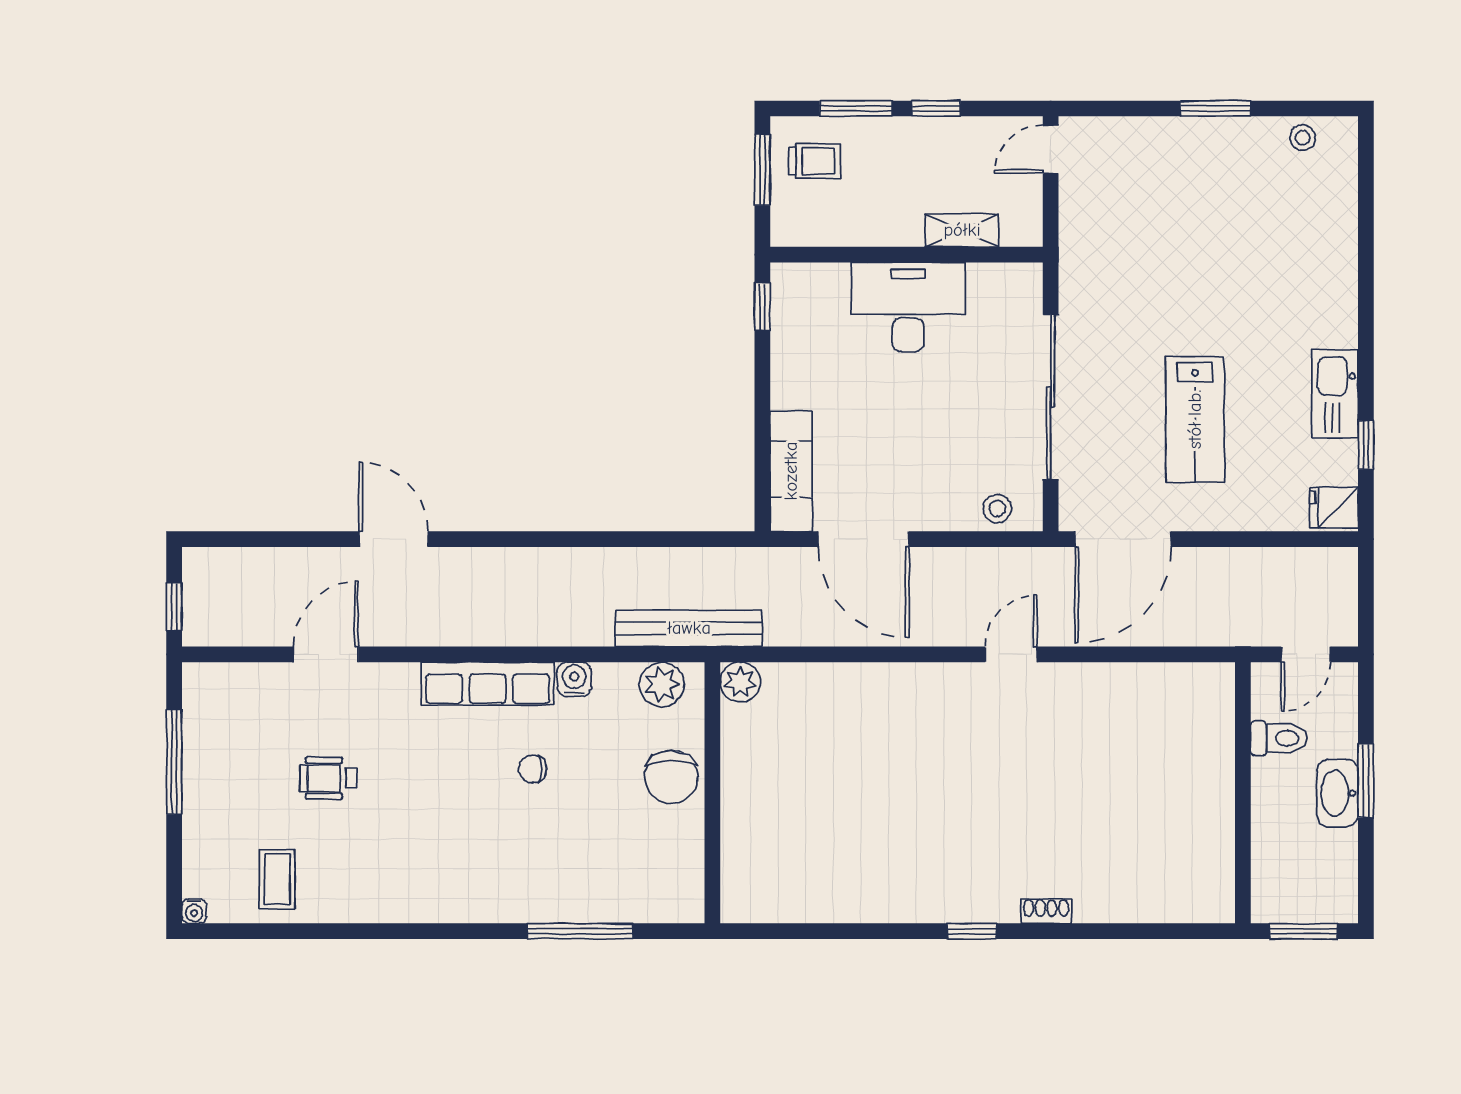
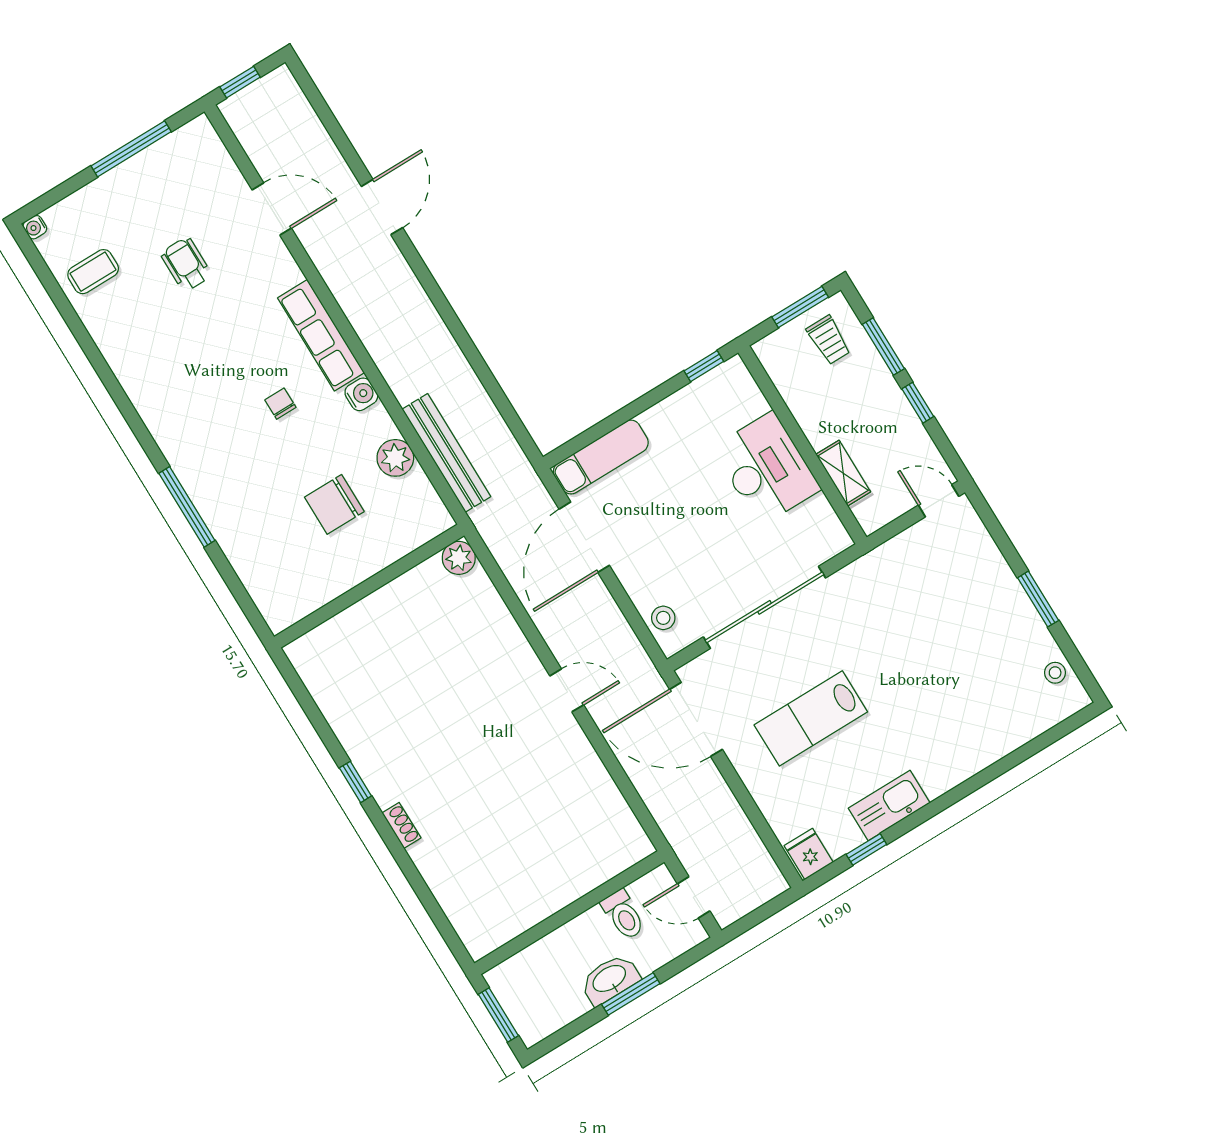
plant: (740, 682) -> (459, 558), moved
wall: (712, 793) -> (369, 586), moved

